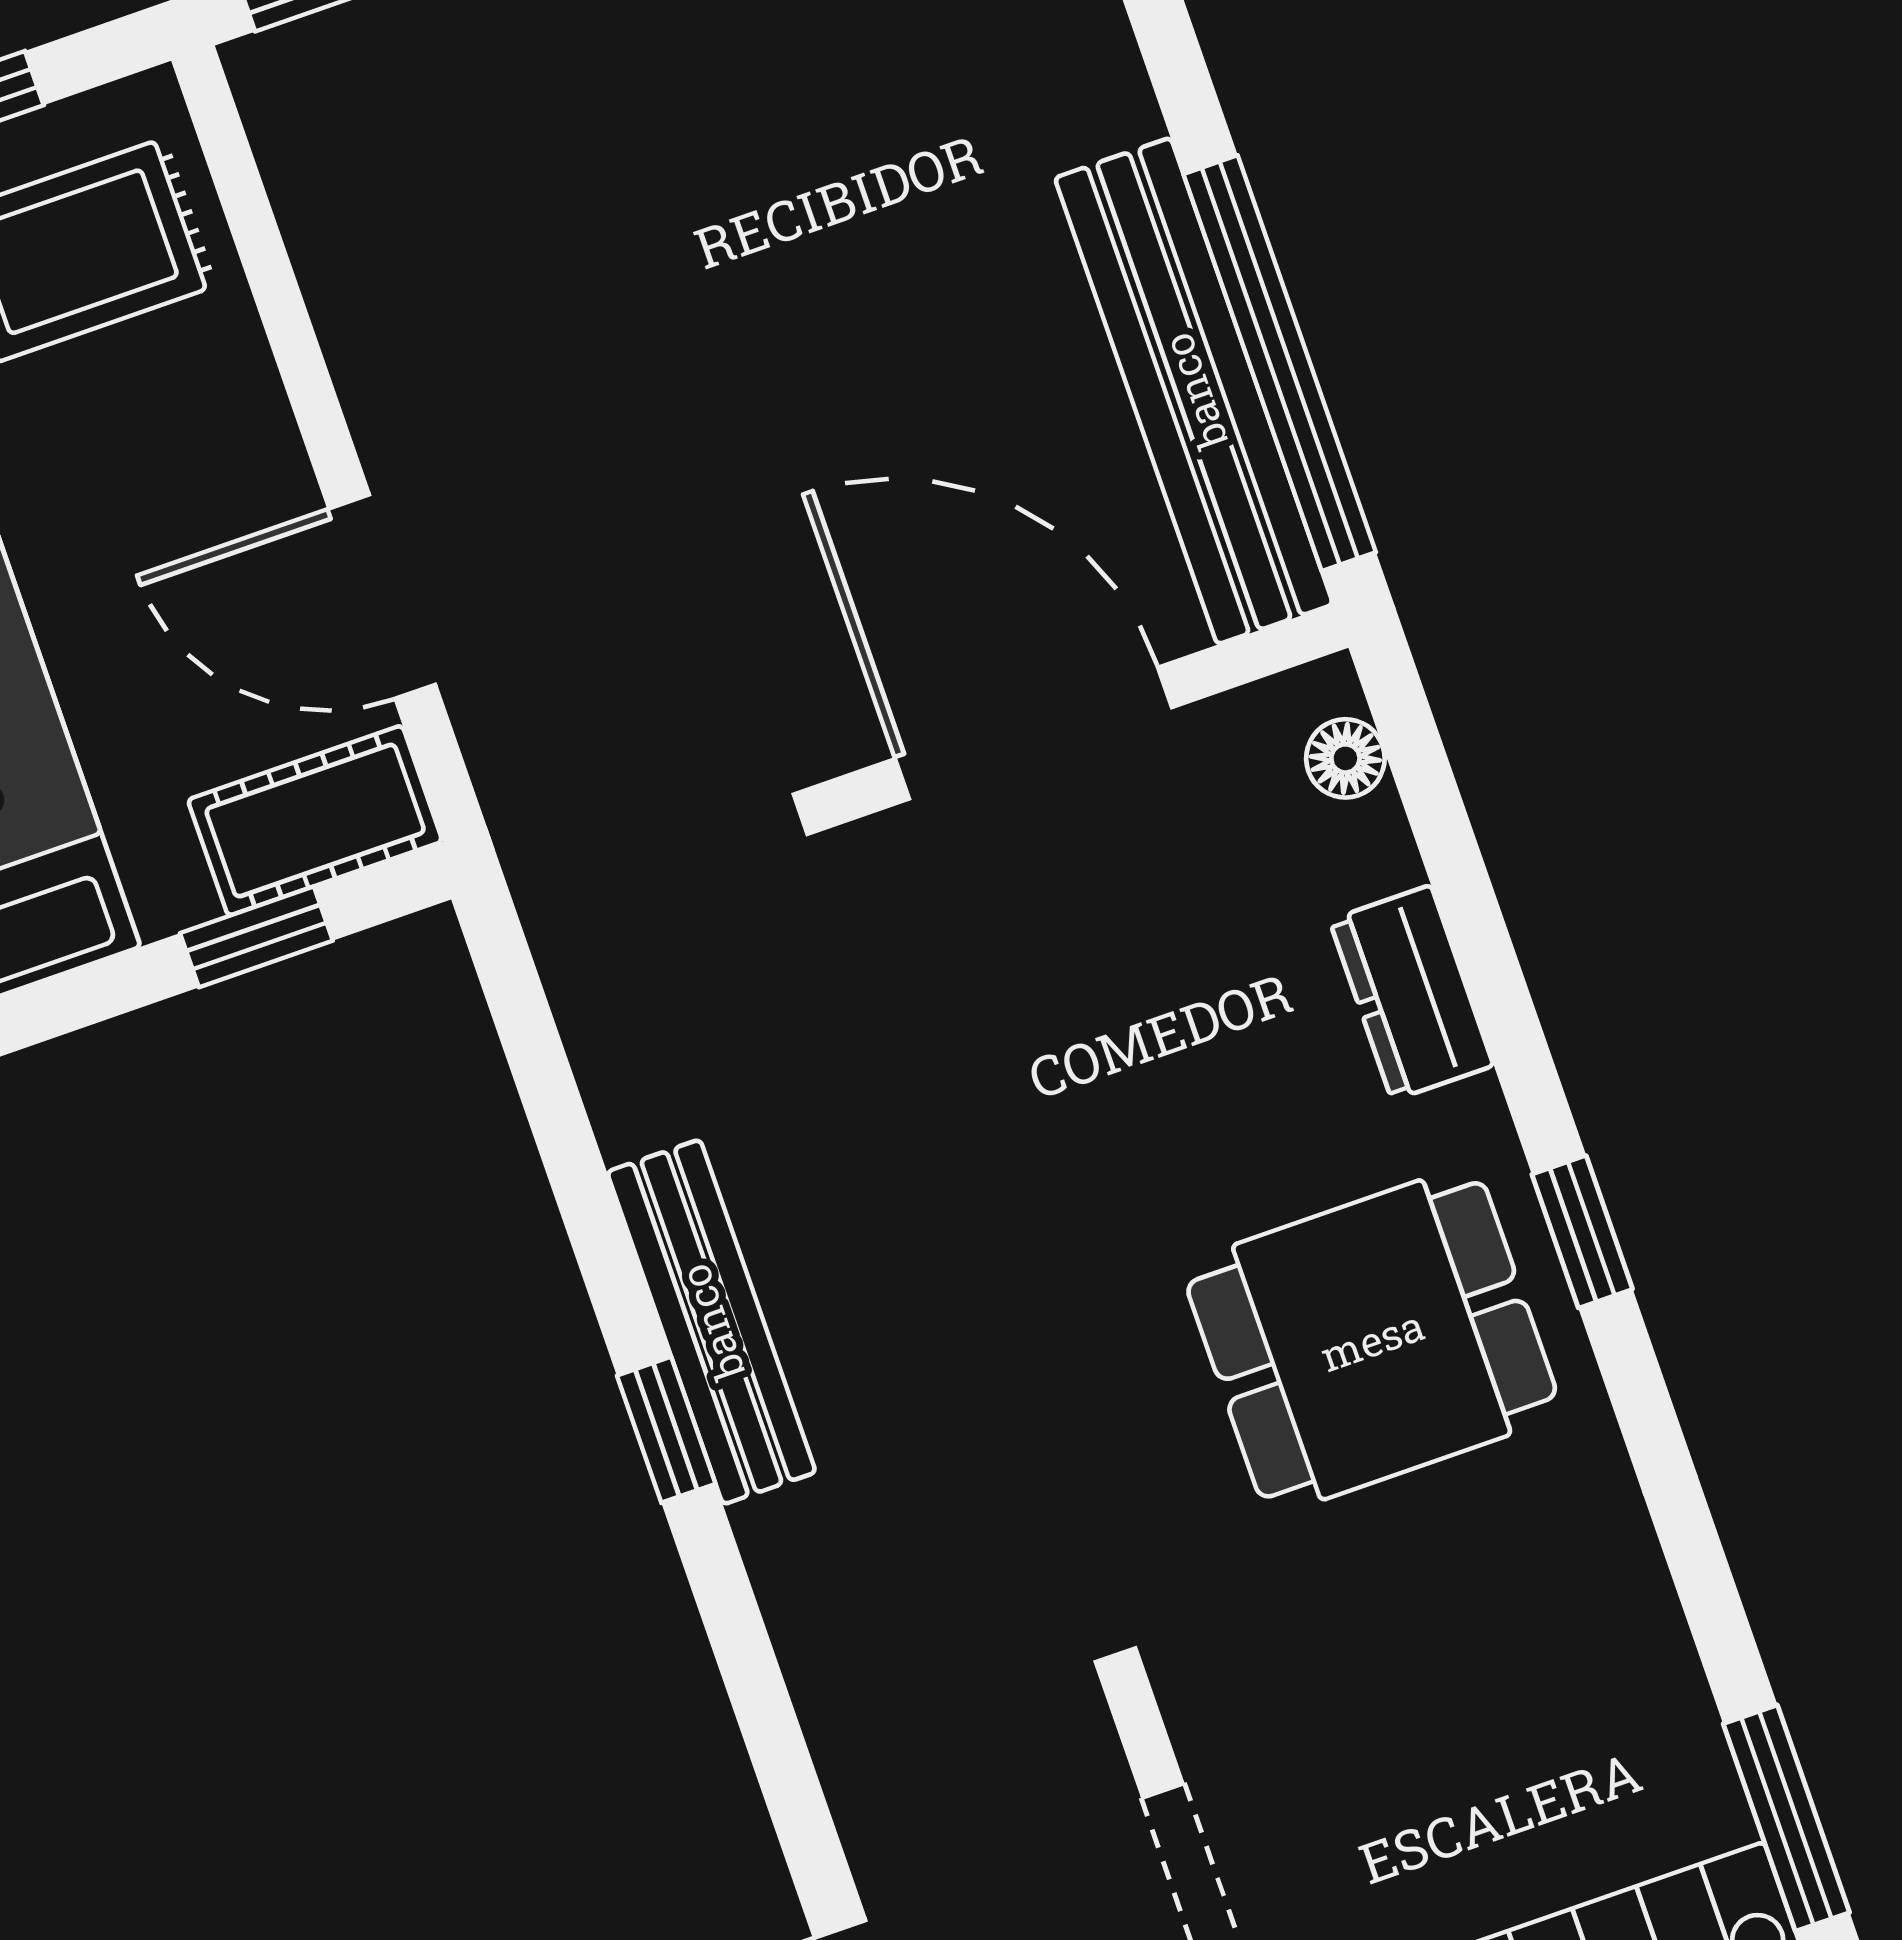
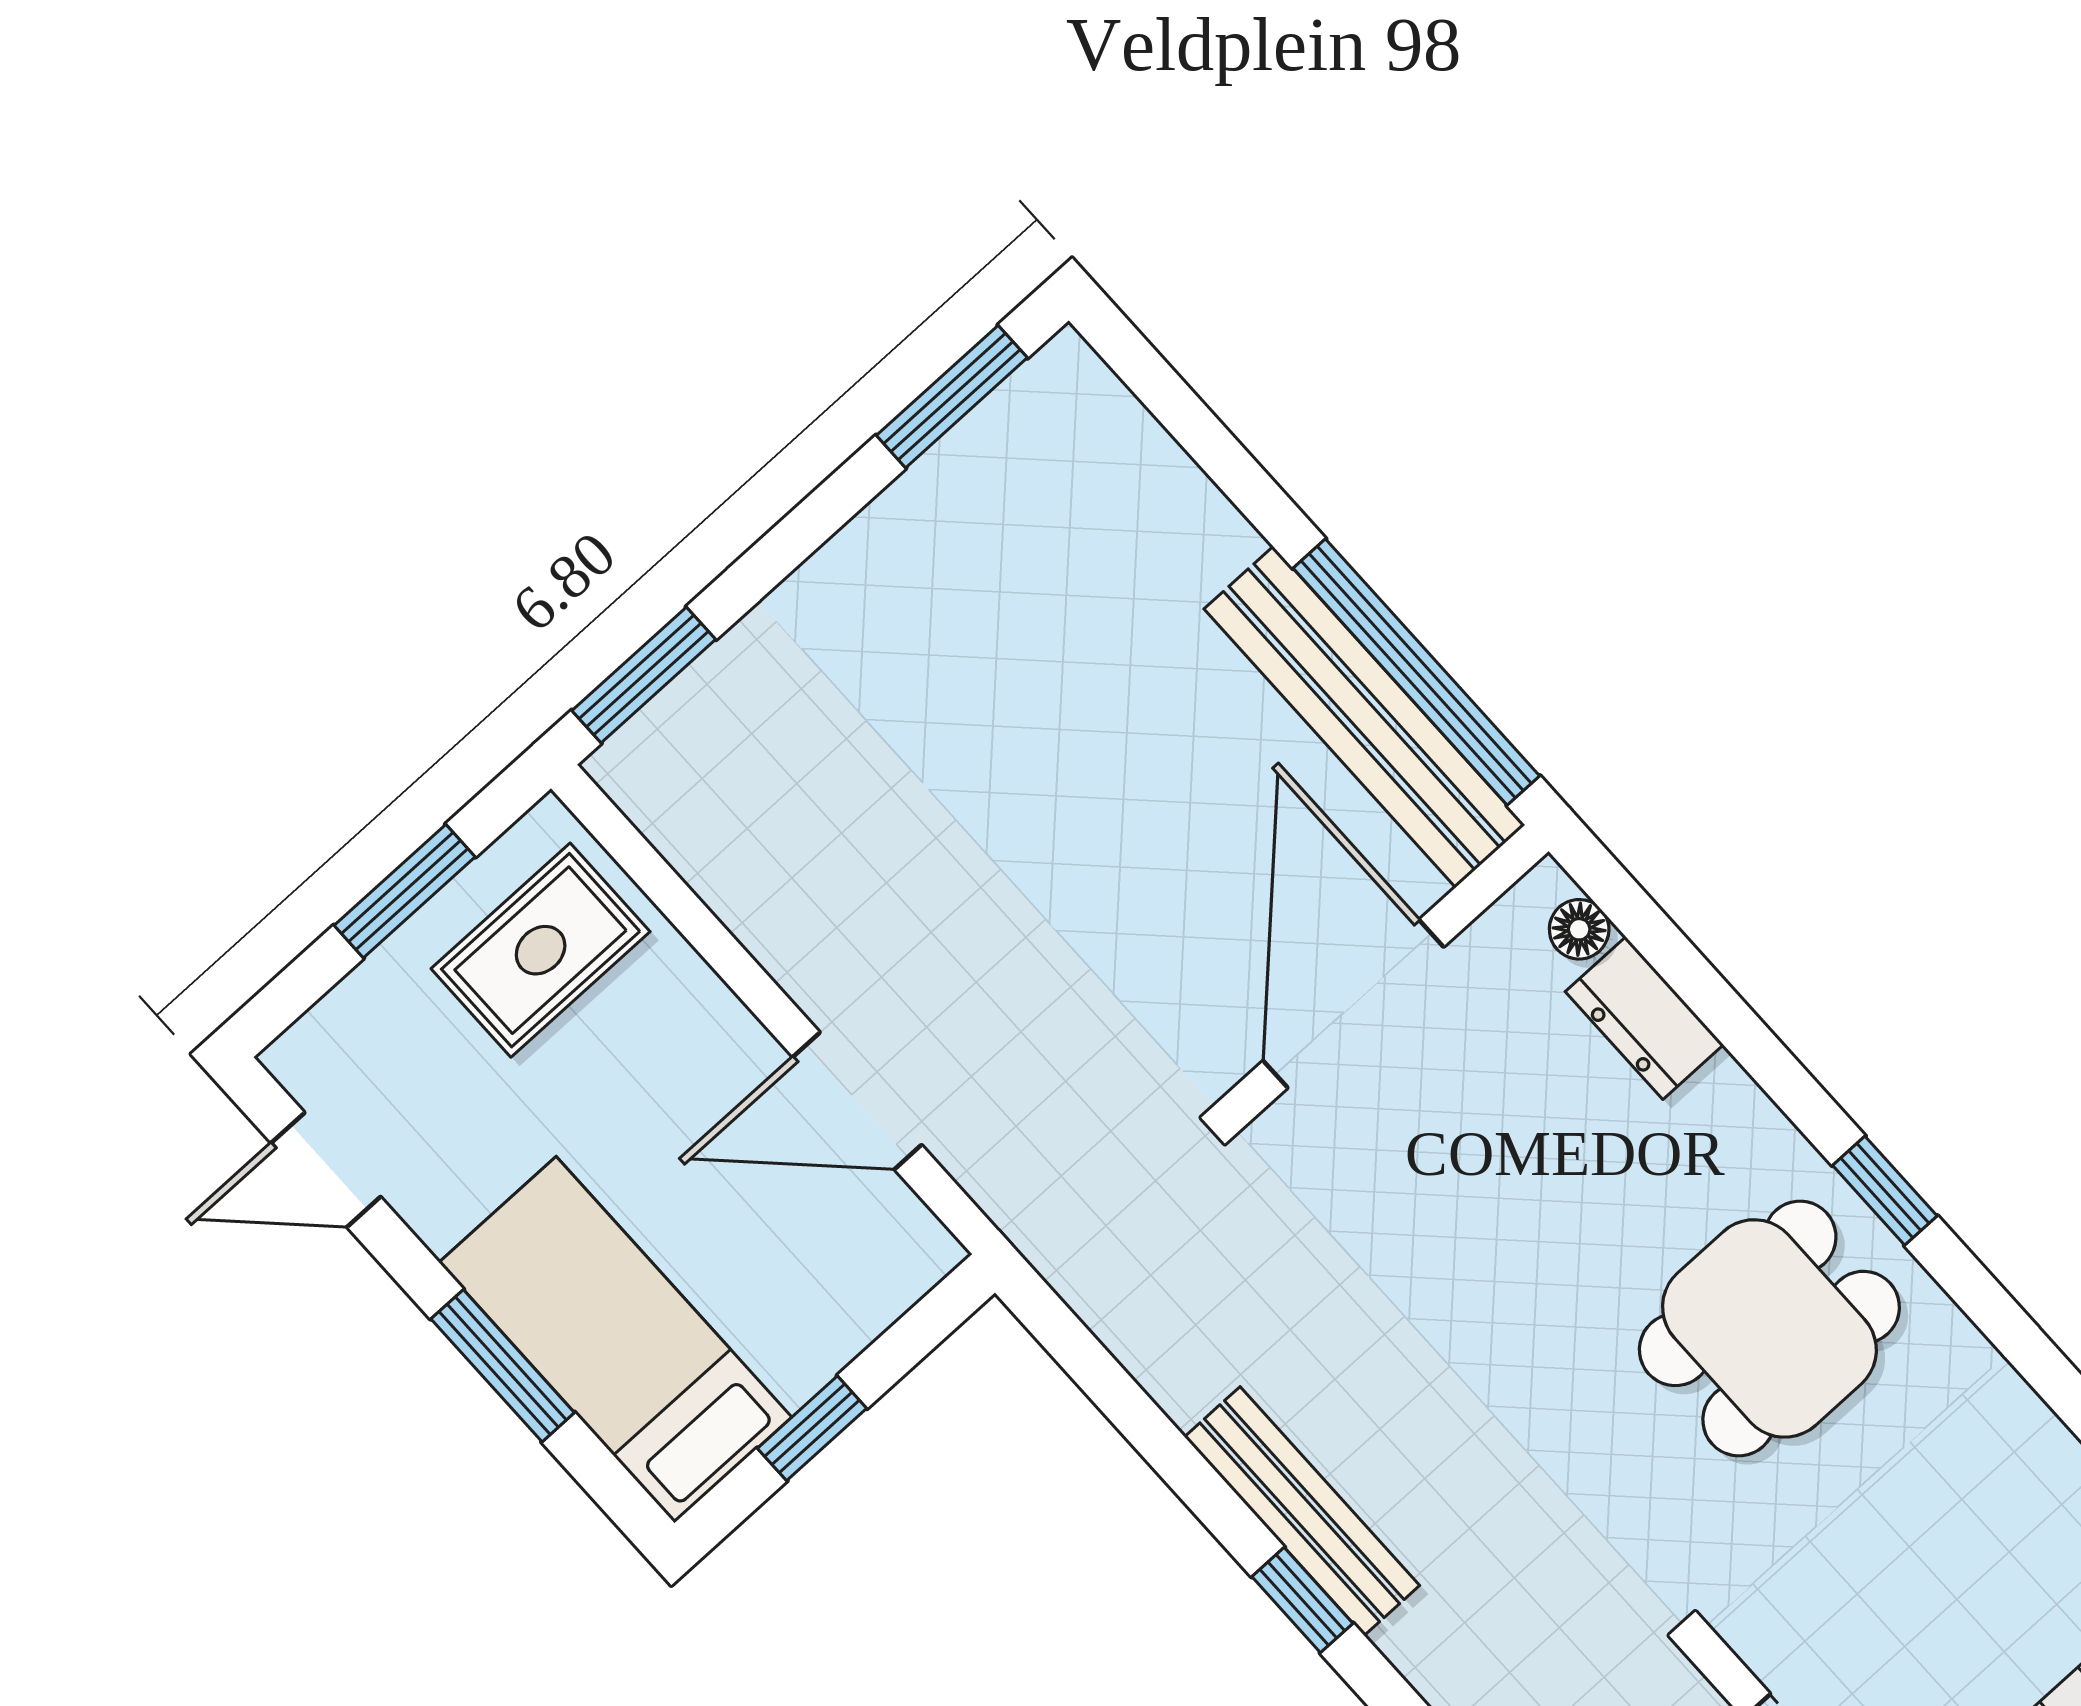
door: (1034, 733) -> (1353, 1004), hinge flipped
cot: (315, 821) -> (876, 1277), removed
window: (256, 937) -> (812, 1428), moved
dresser: (1411, 993) -> (1644, 1018), moved

